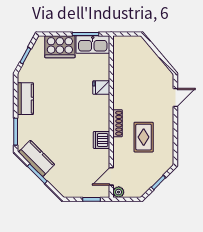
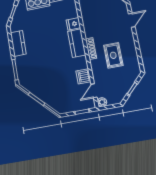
dishwasher: (101, 140) -> (83, 76), moved
kitchen counter: (36, 158) -> (77, 43), moved, turned -135

